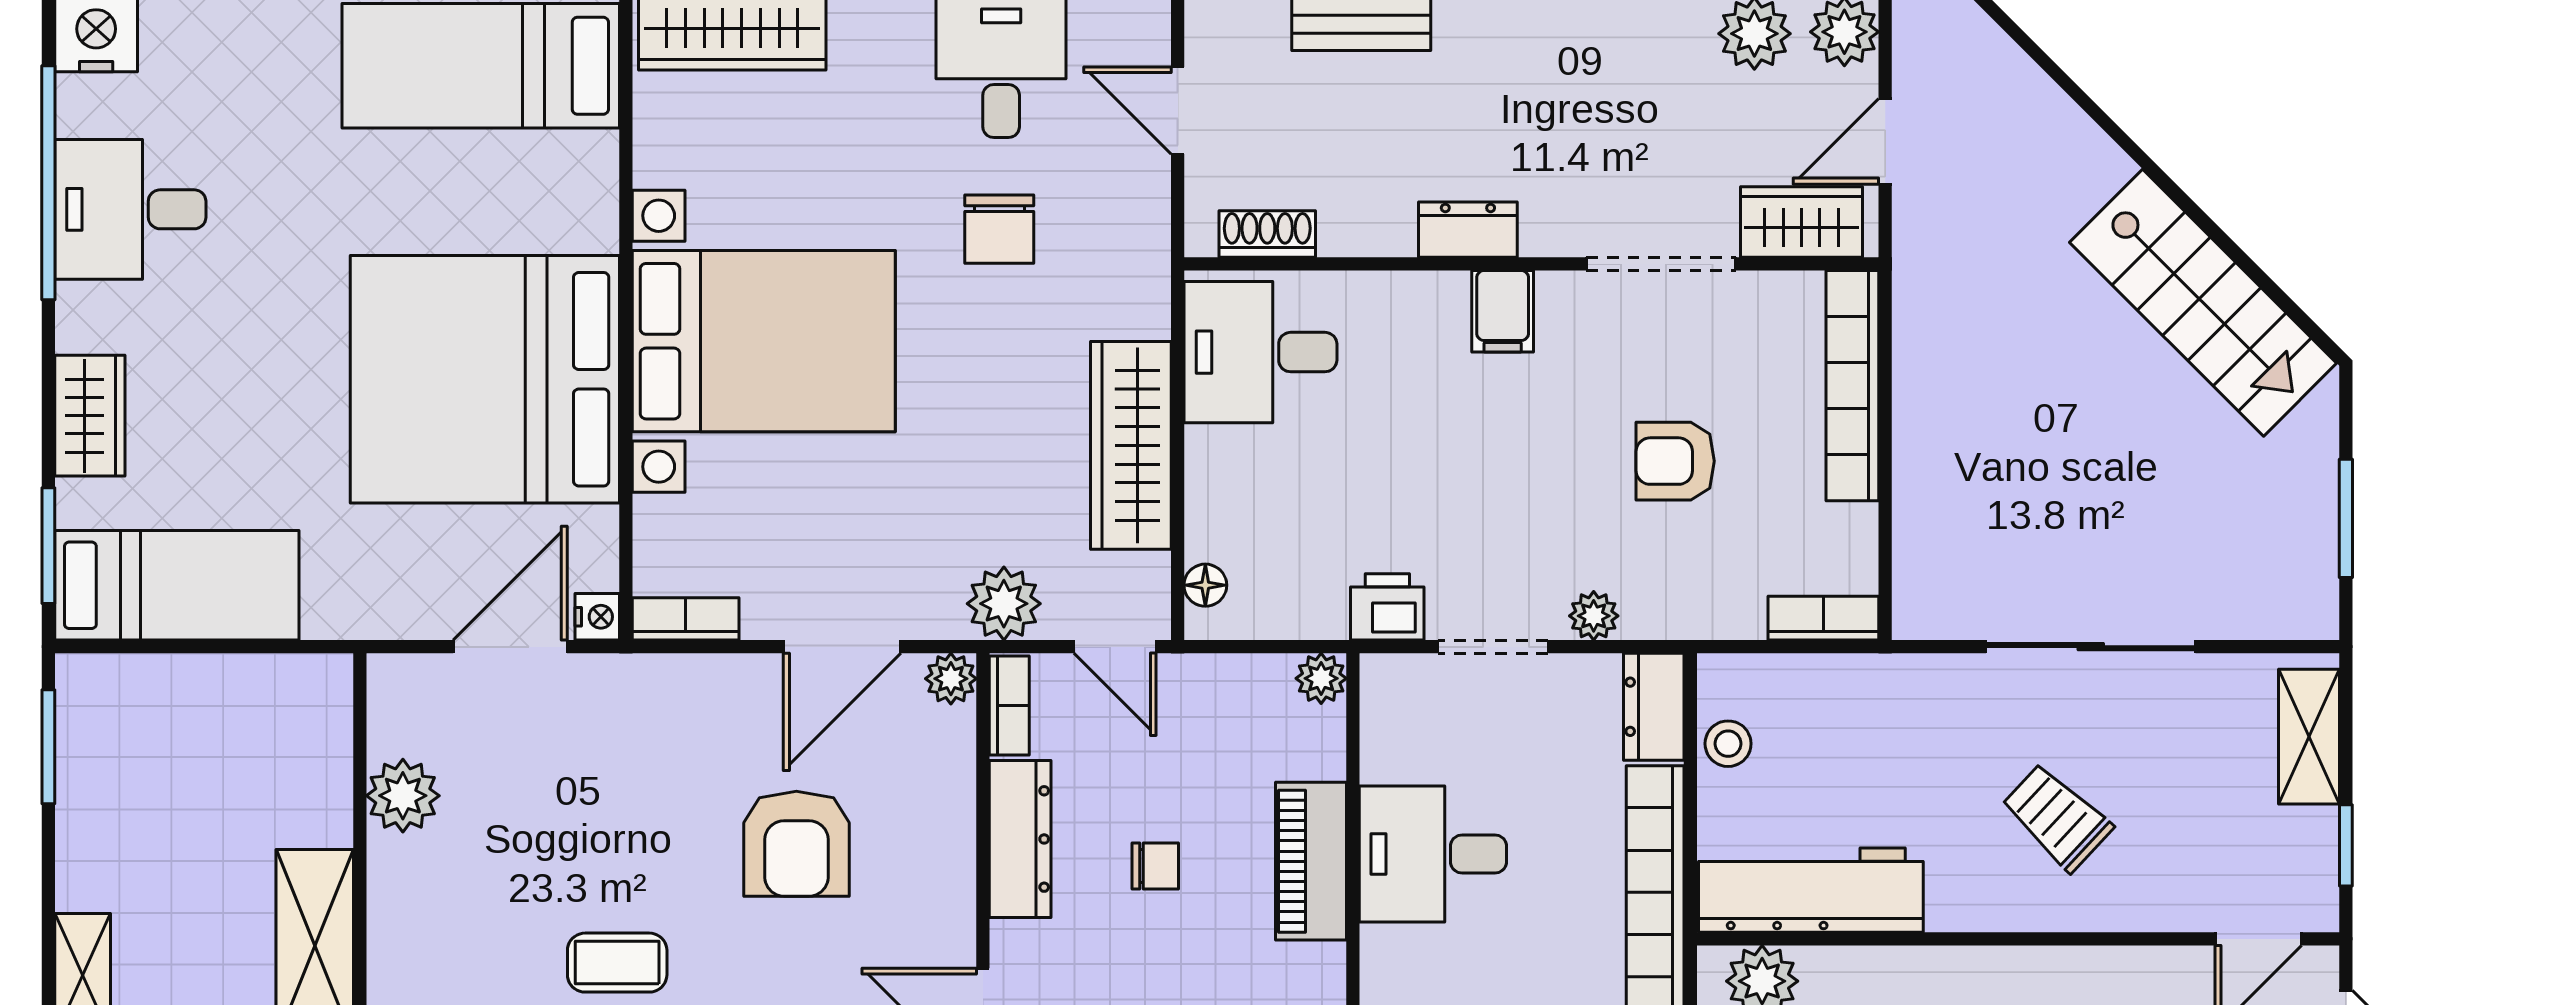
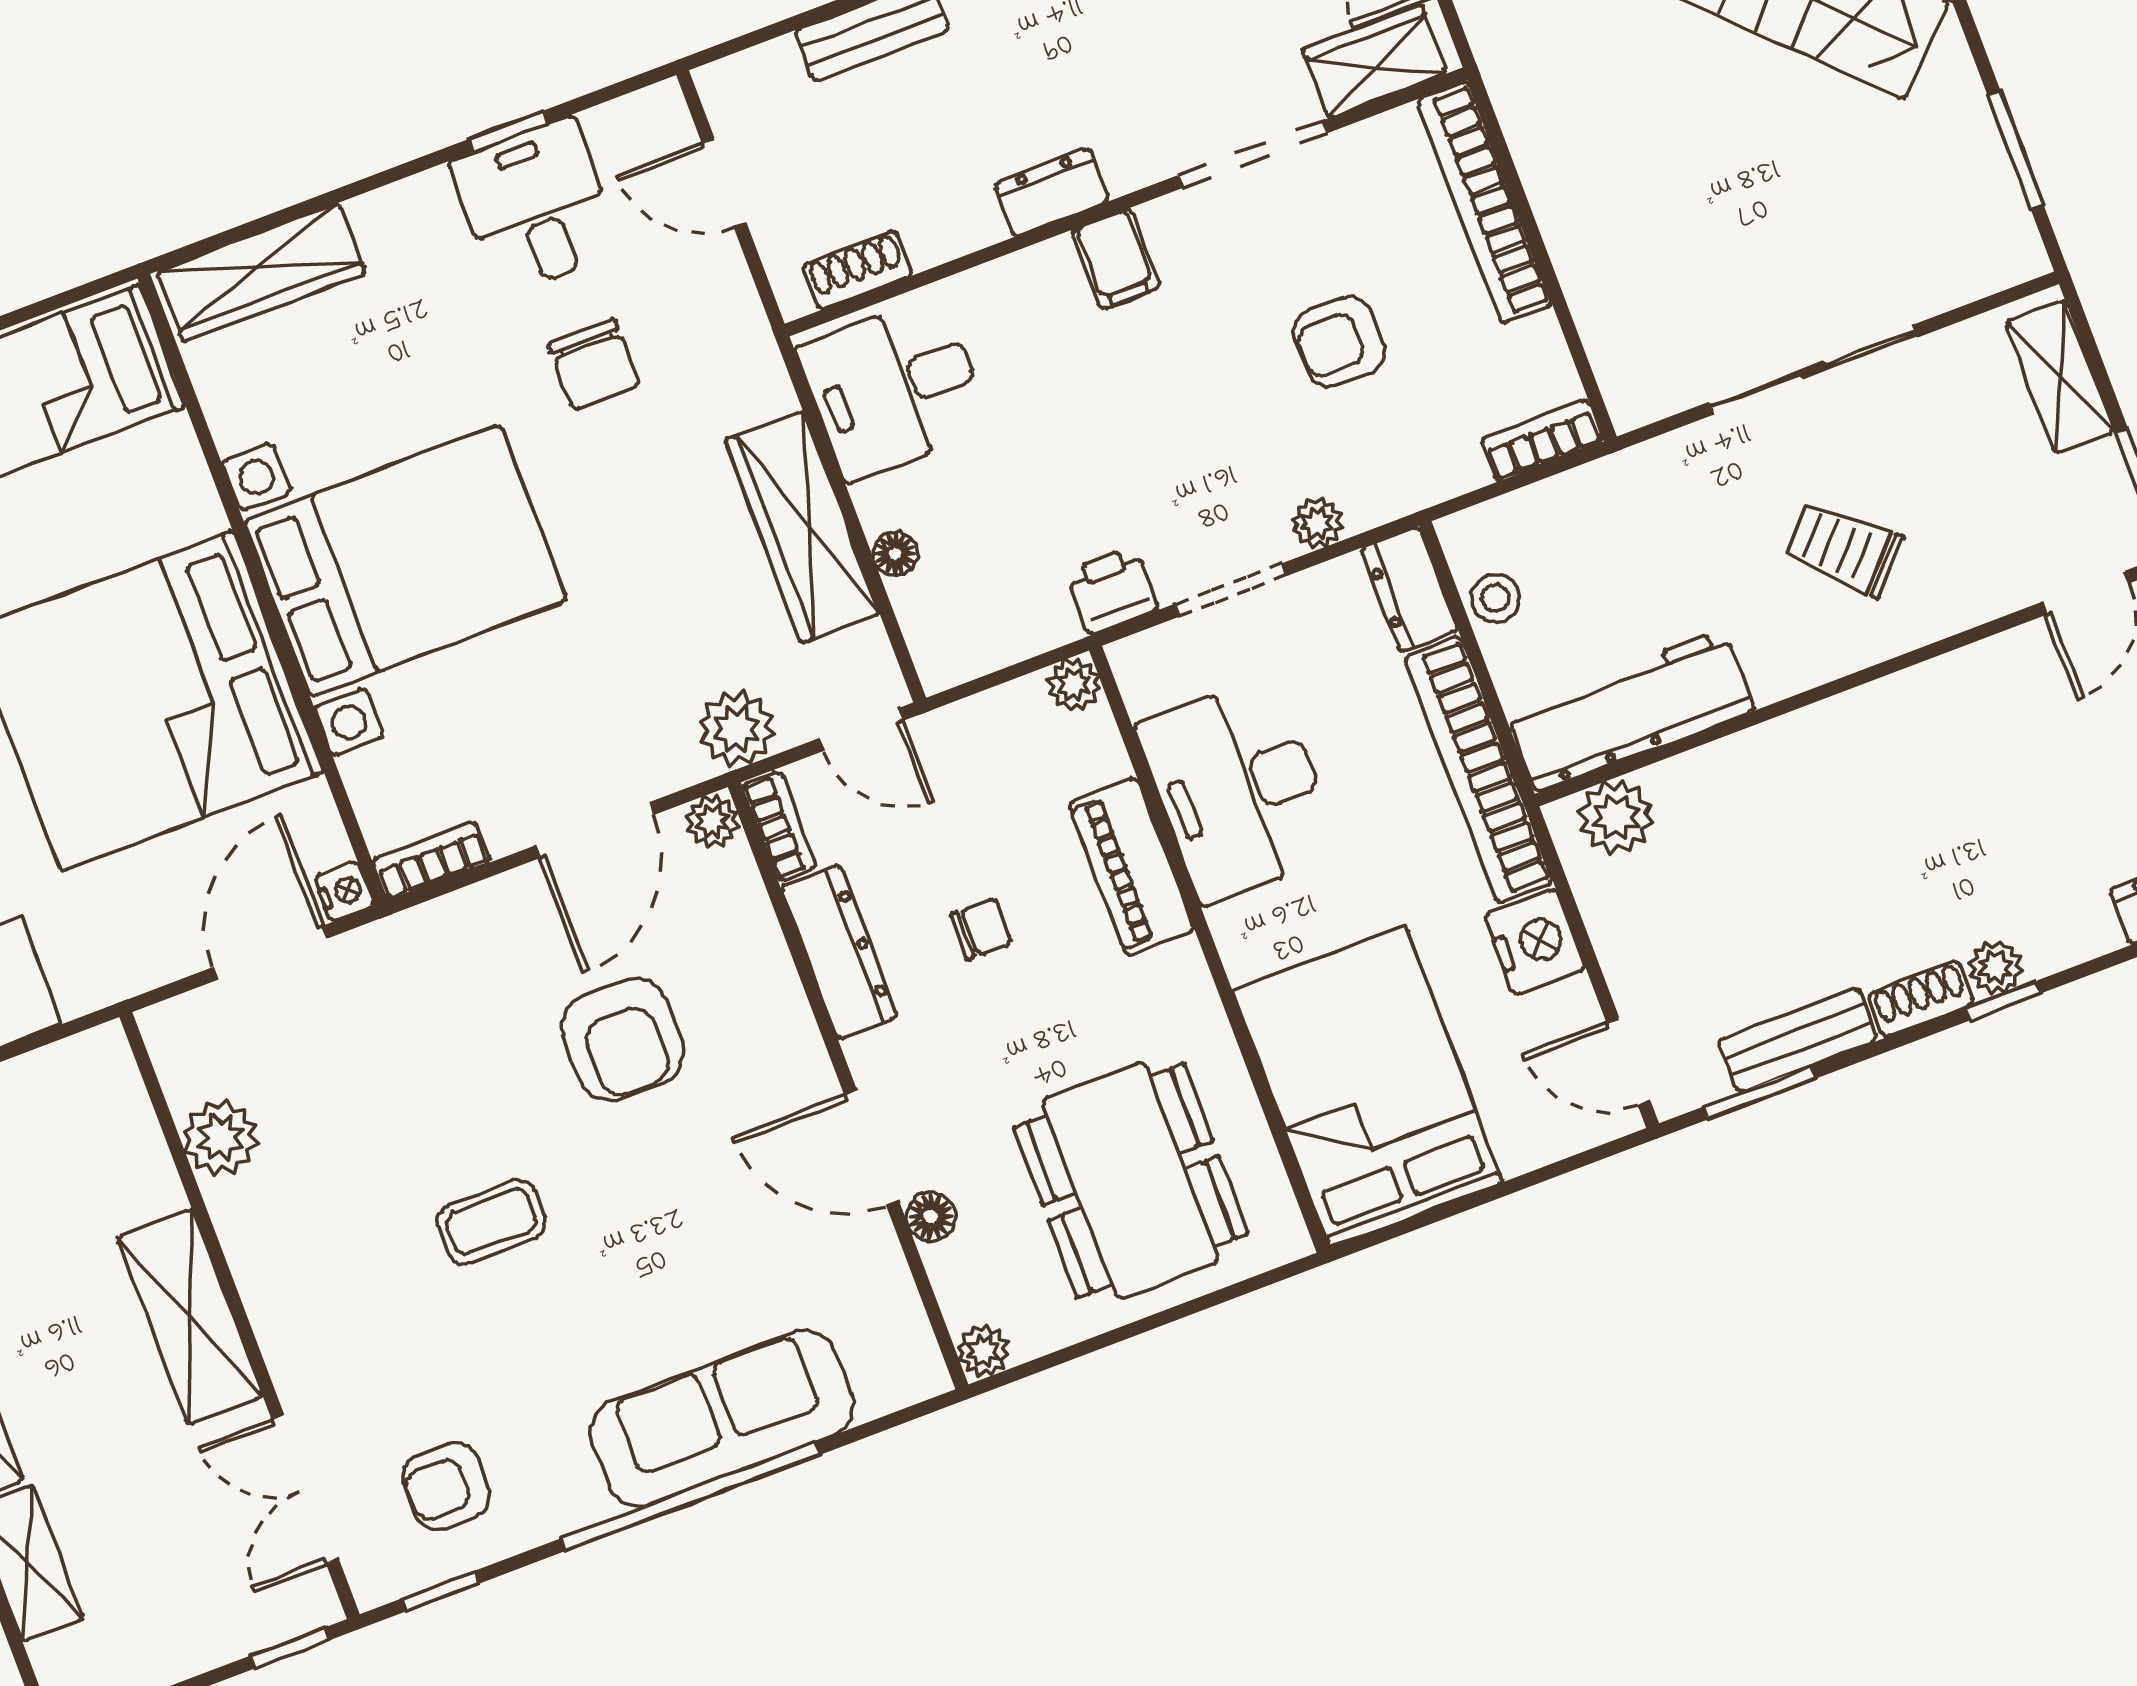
floor lamp: (1205, 585) -> (895, 554), moved
desk: (1433, 854) -> (1238, 790), width x1.37

